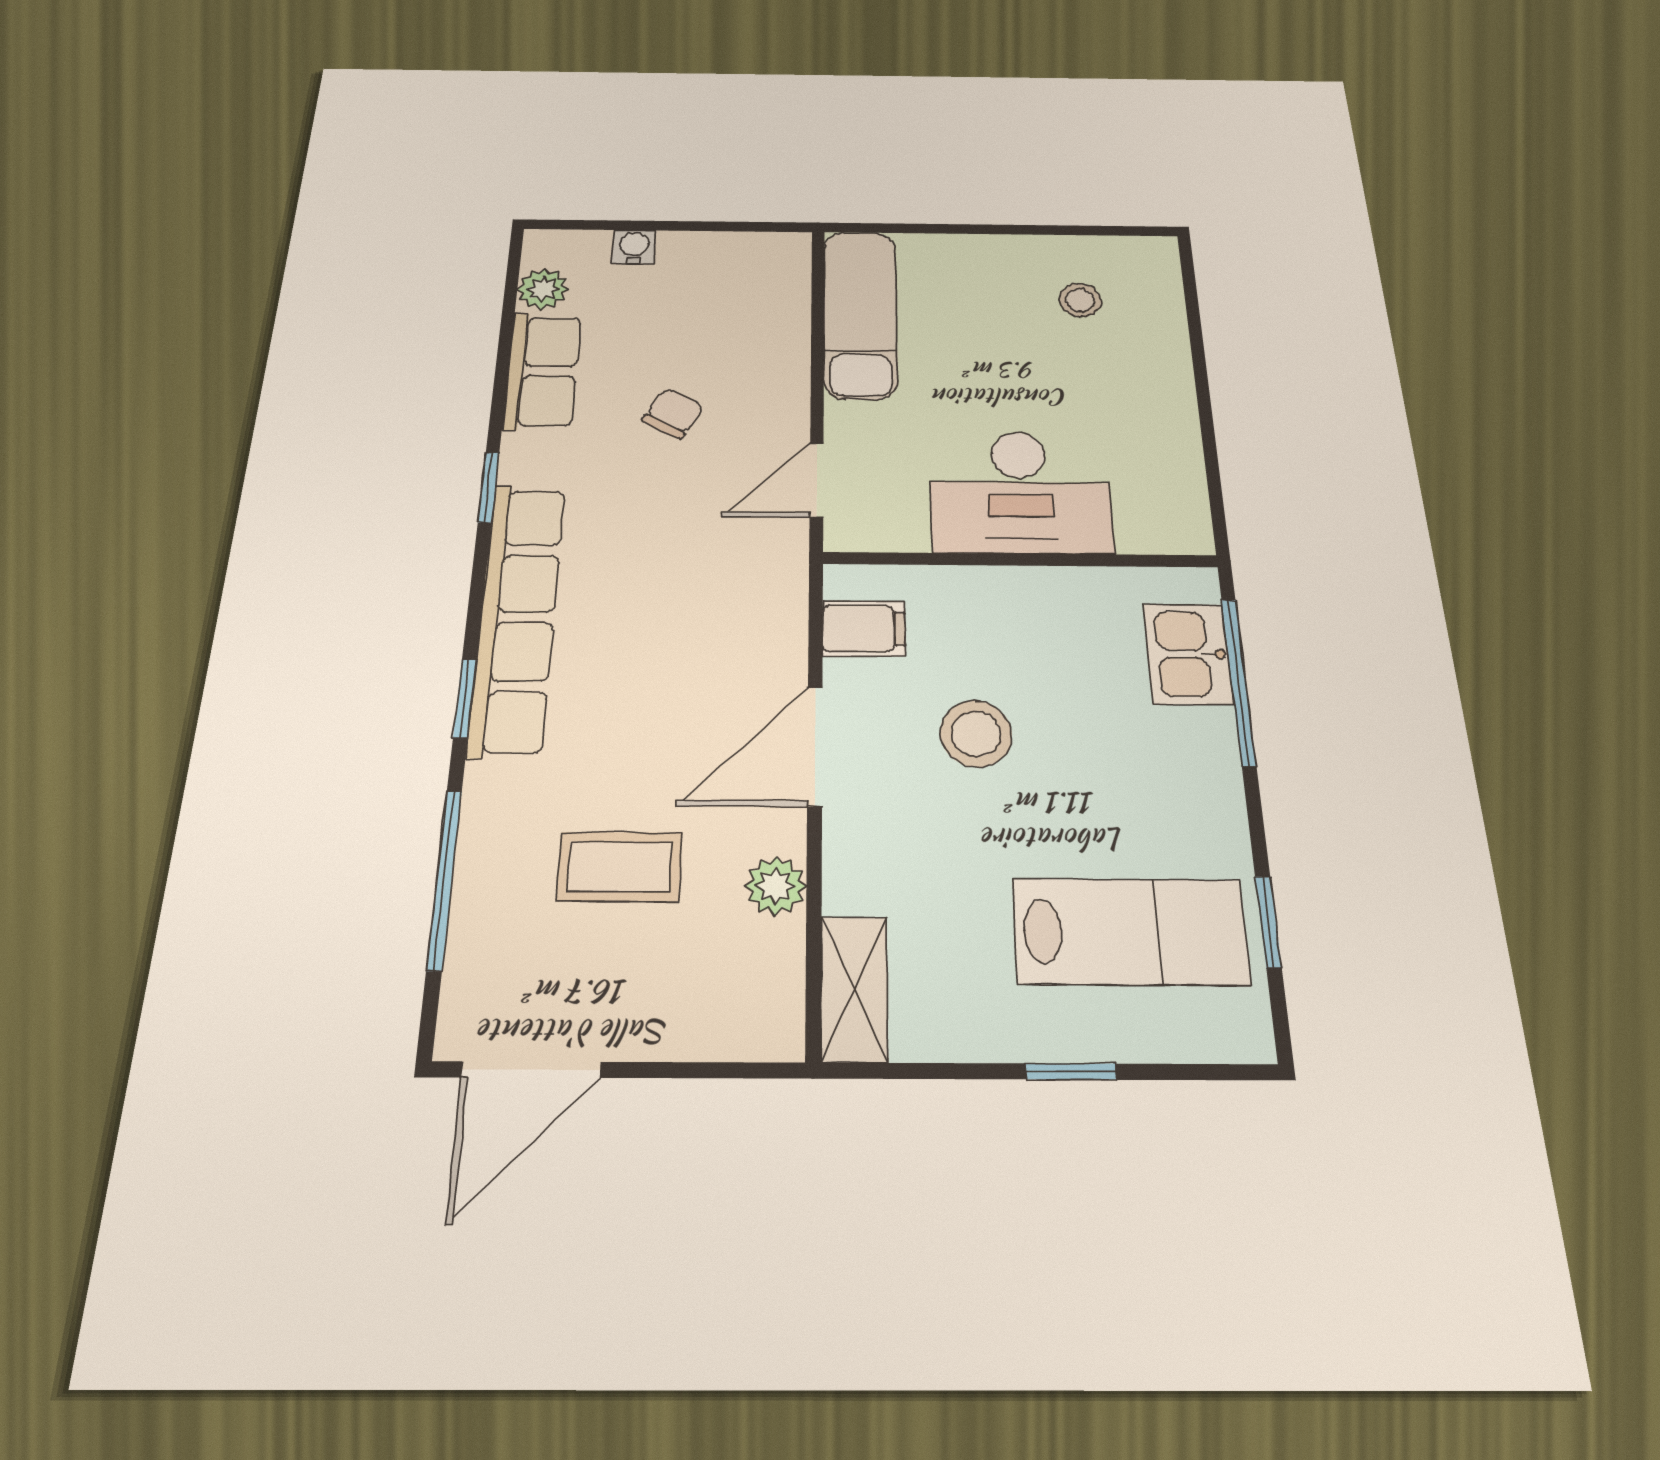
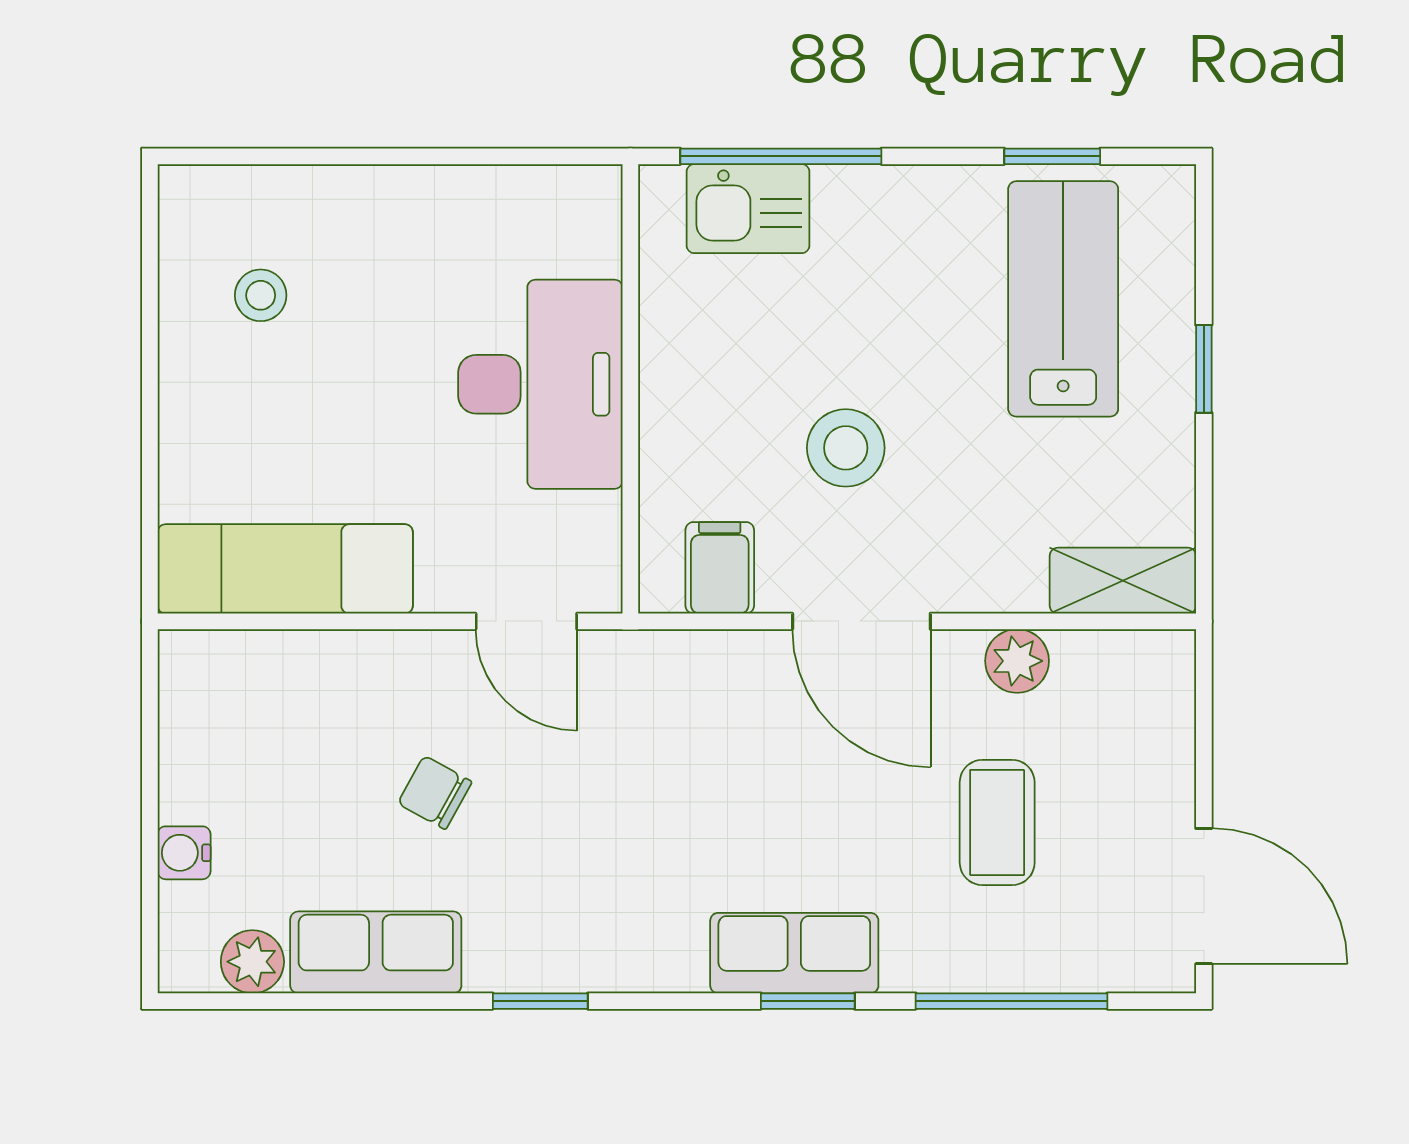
row of seats: (517, 617) -> (794, 953), width x0.50

